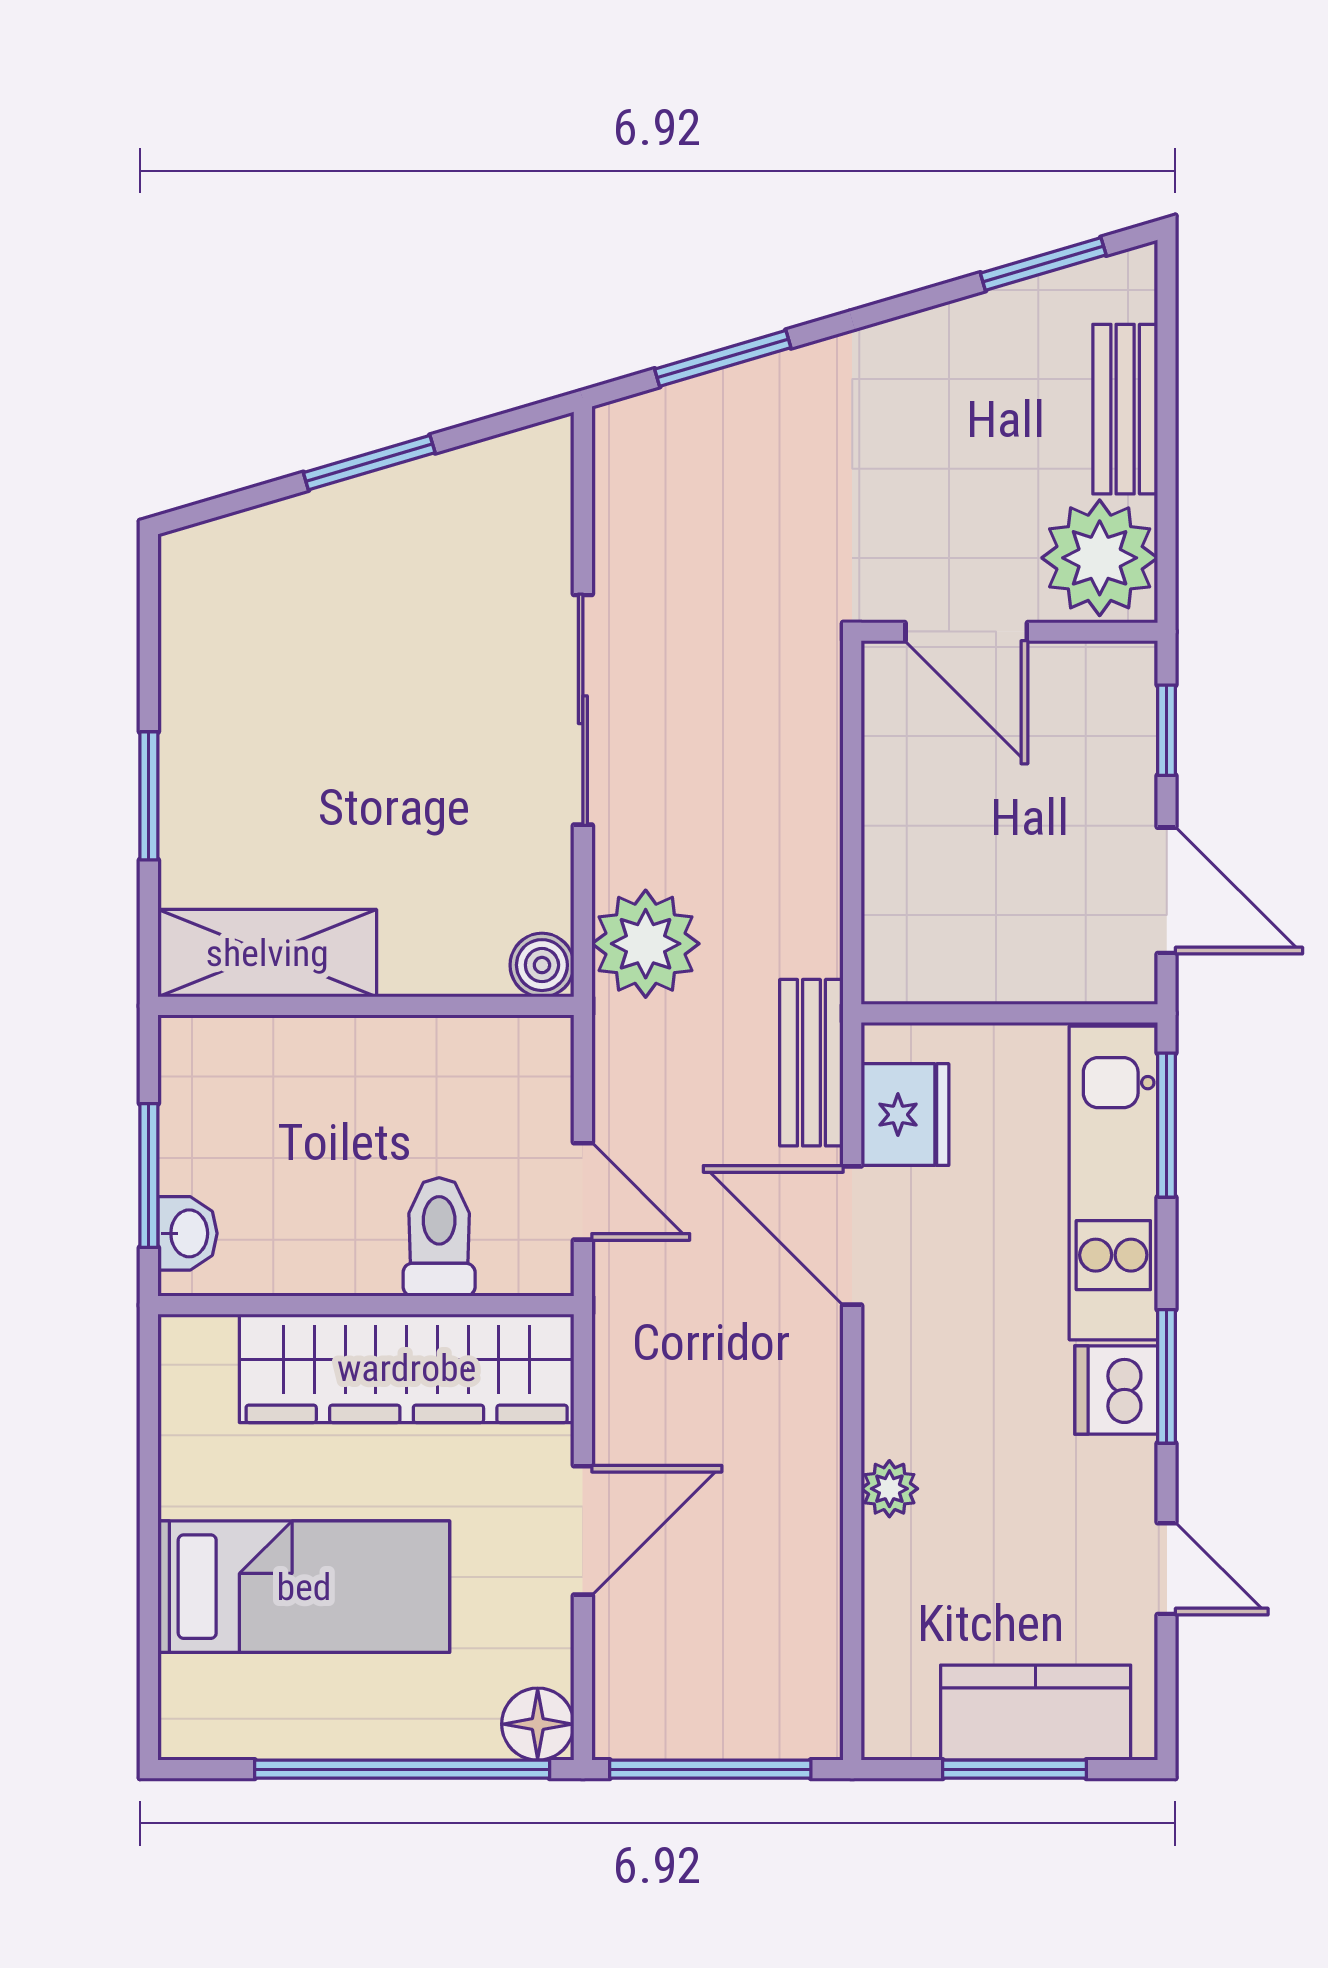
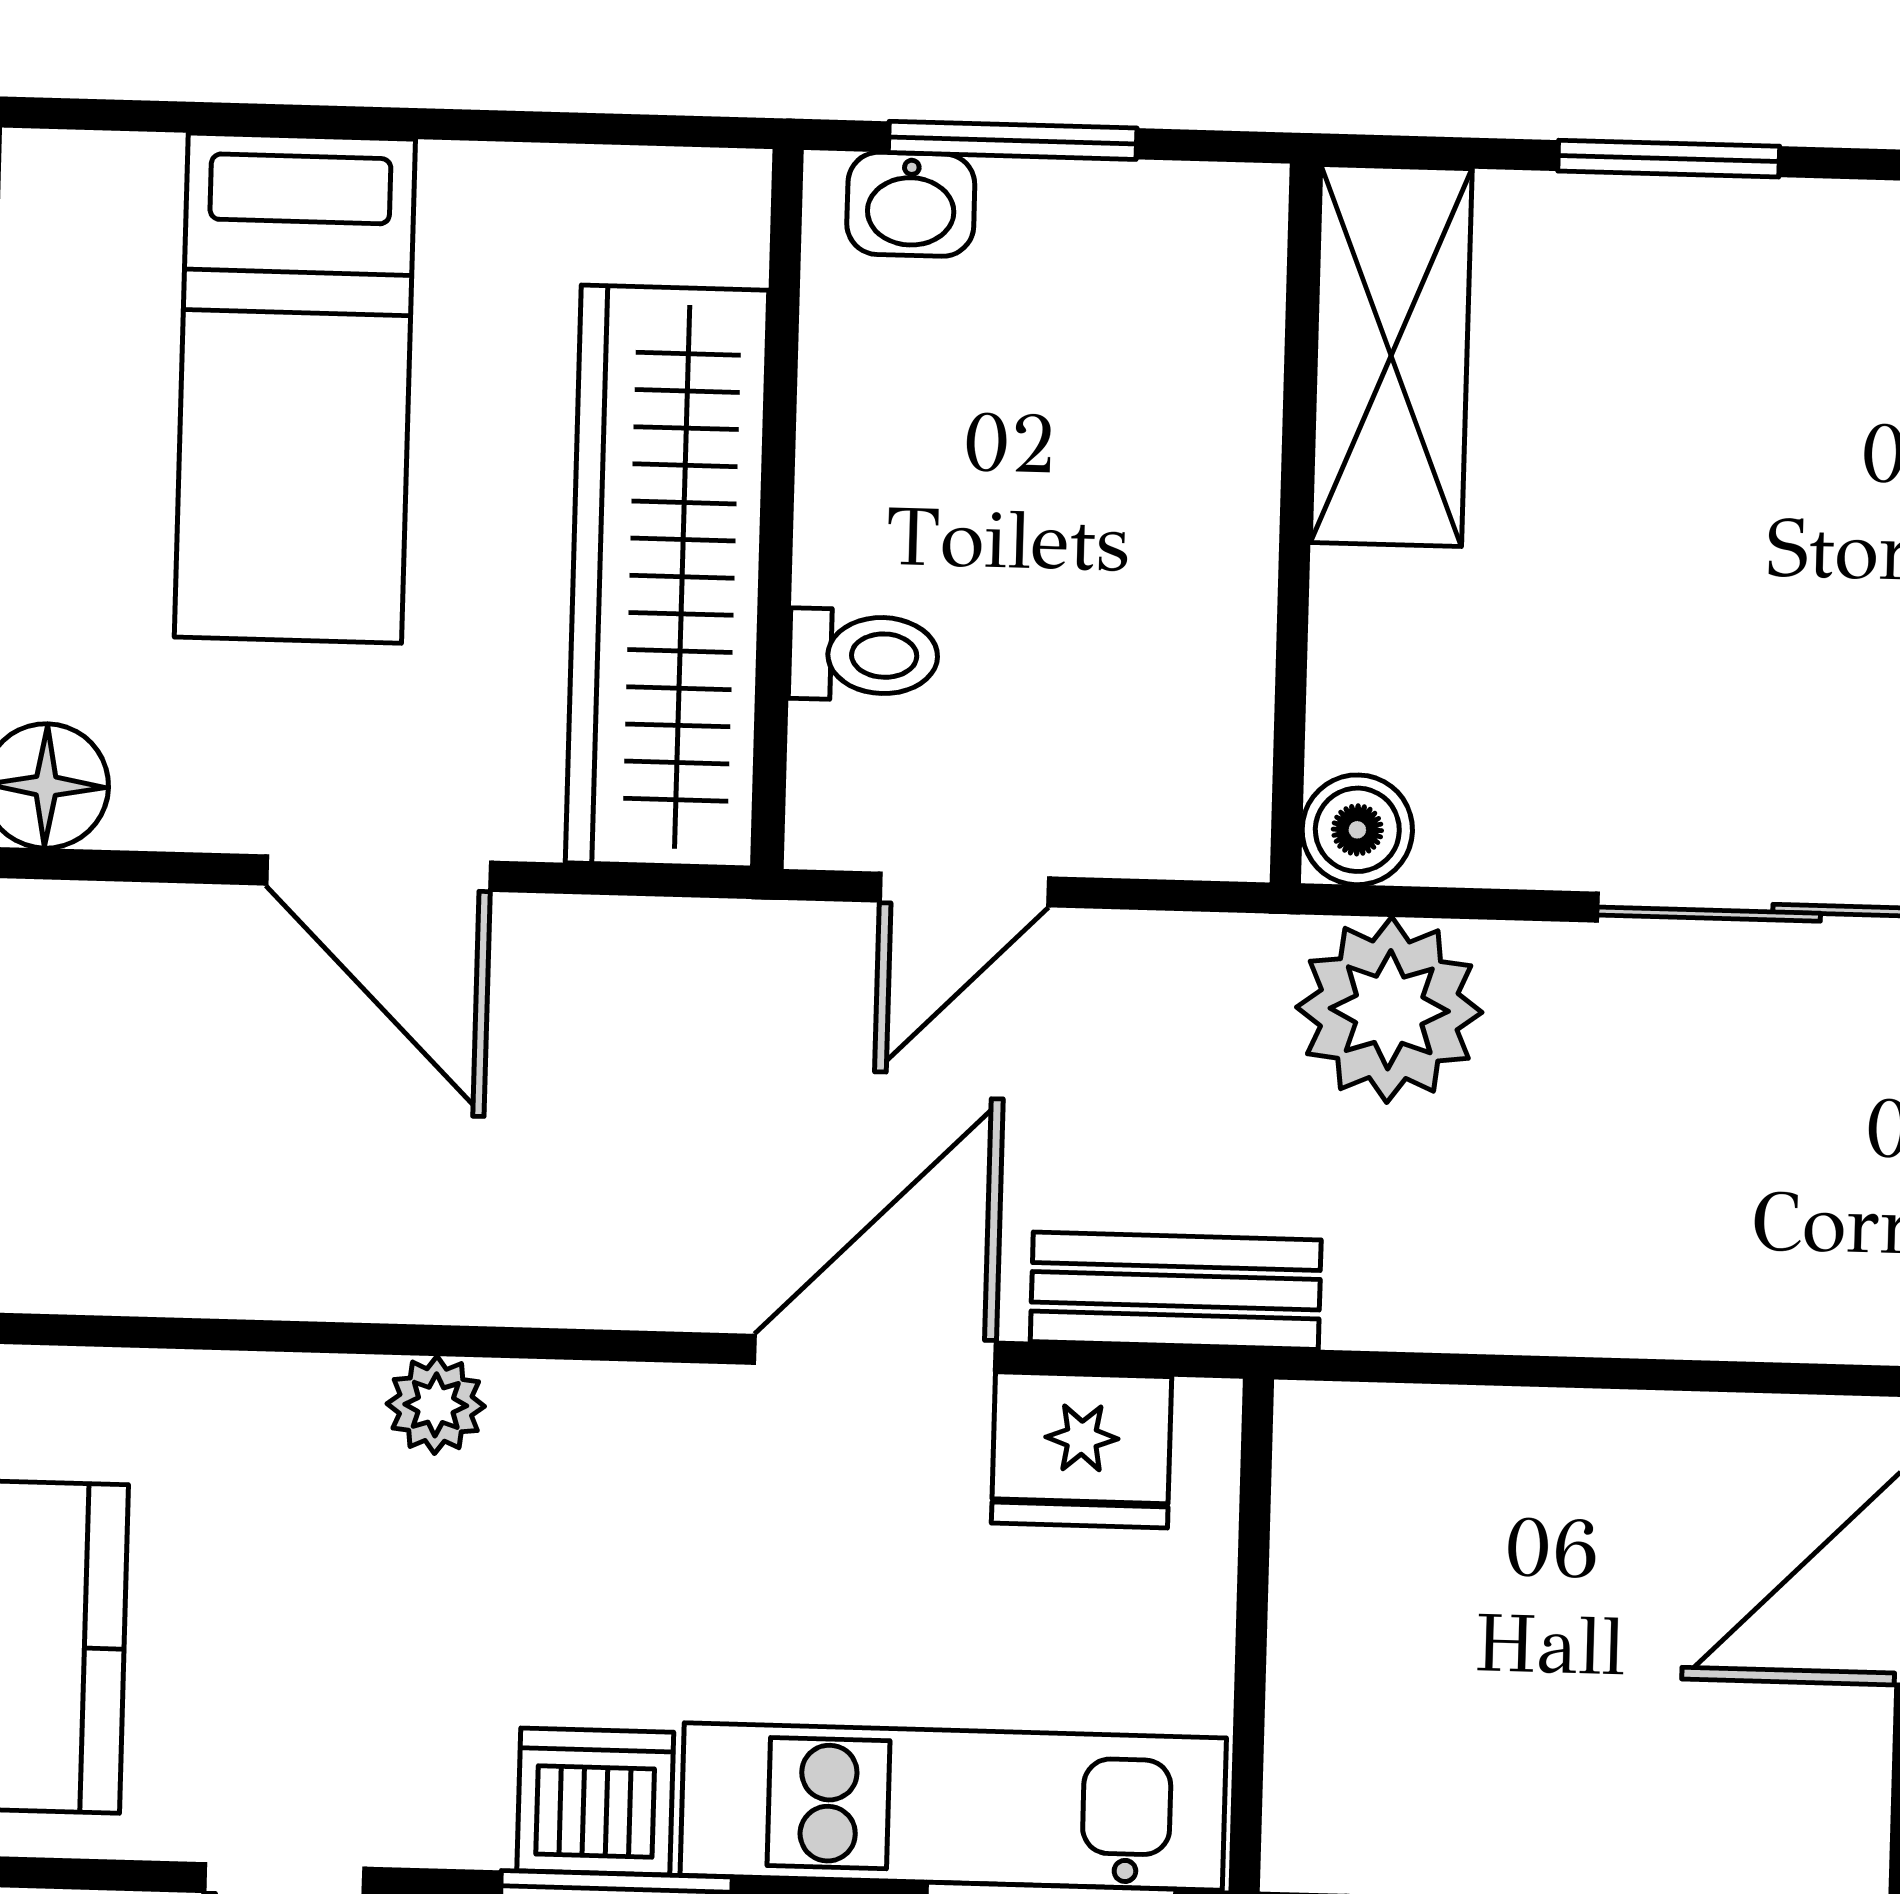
toilet: (439, 1237) -> (863, 655), width x0.73, depth x0.72

